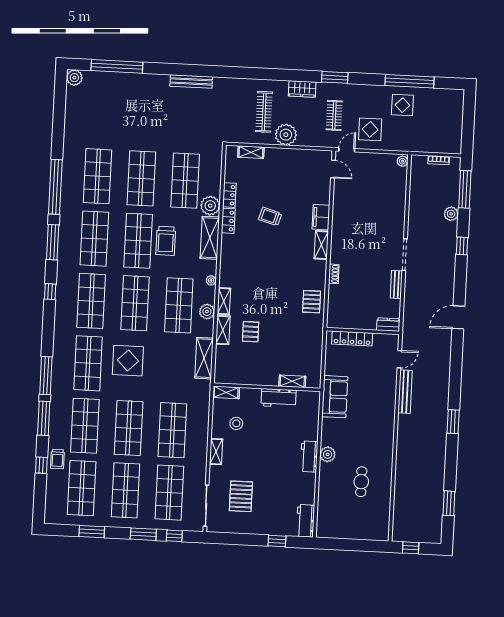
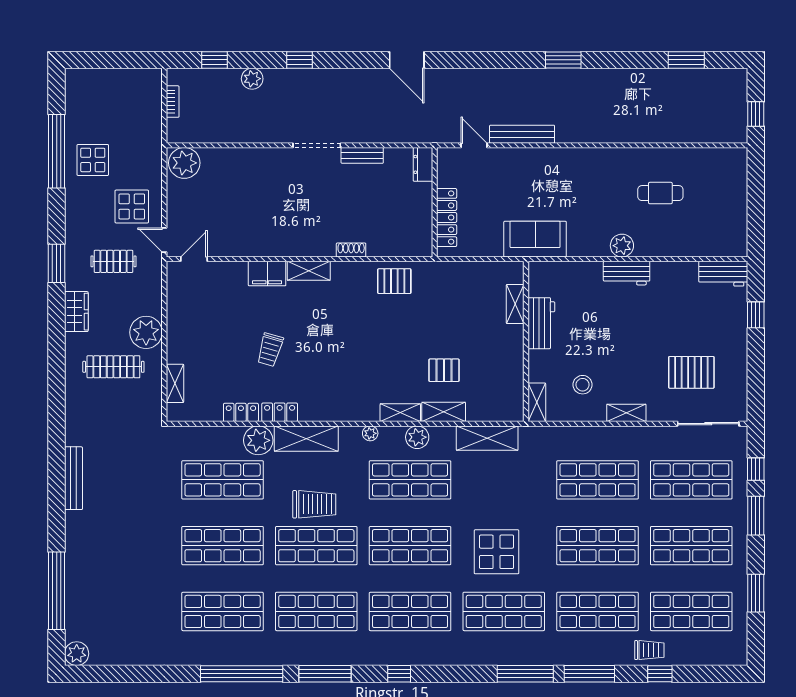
plant: (402, 161) -> (184, 163), width x1.87, depth x1.87
window: (465, 189) -> (214, 60), width x0.46

